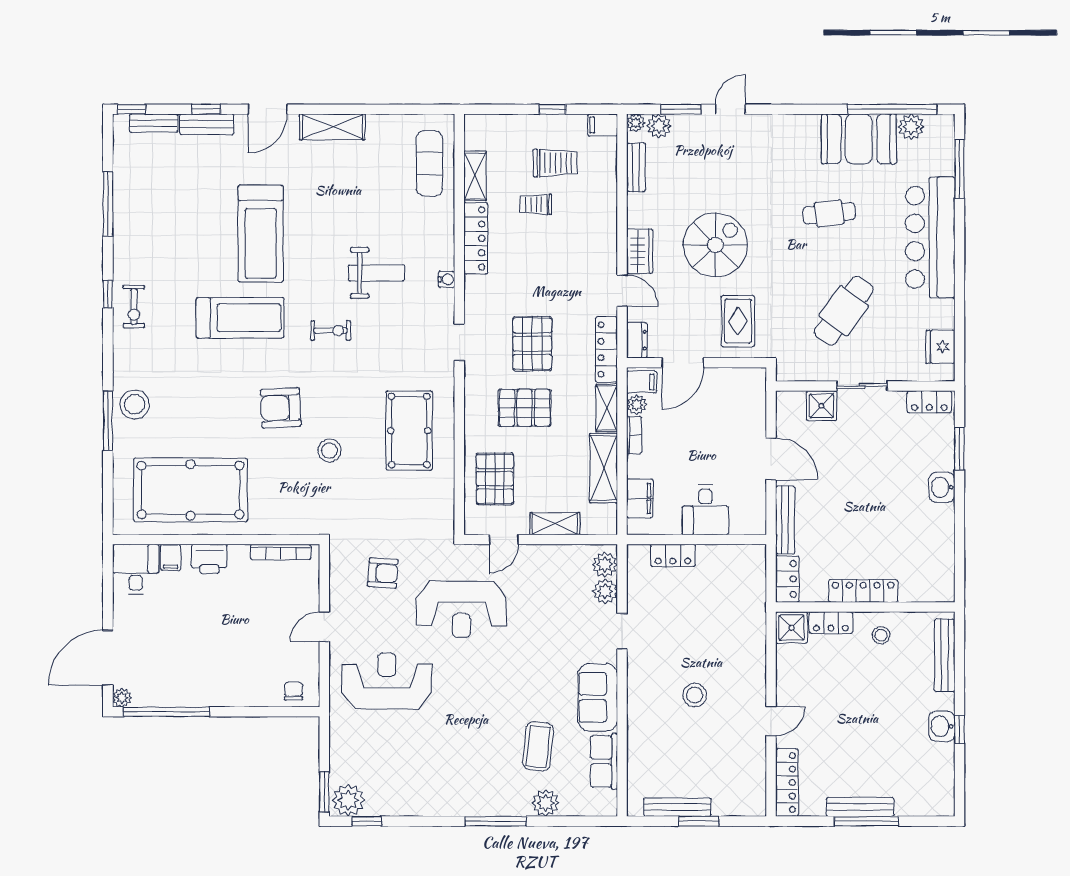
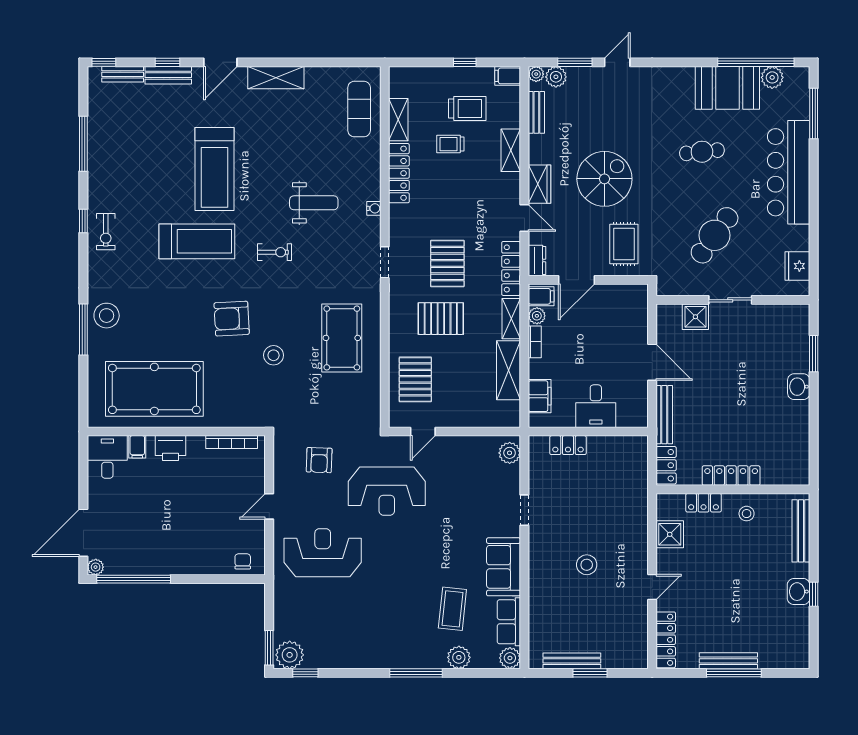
locker: (929, 402) -> (788, 313), removed
shelving: (555, 524) -> (511, 150), moved, turned 90
armchair: (383, 573) -> (319, 460), turned 88
plant: (605, 591) -> (510, 658), moved
shower: (792, 628) -> (670, 534), moved

